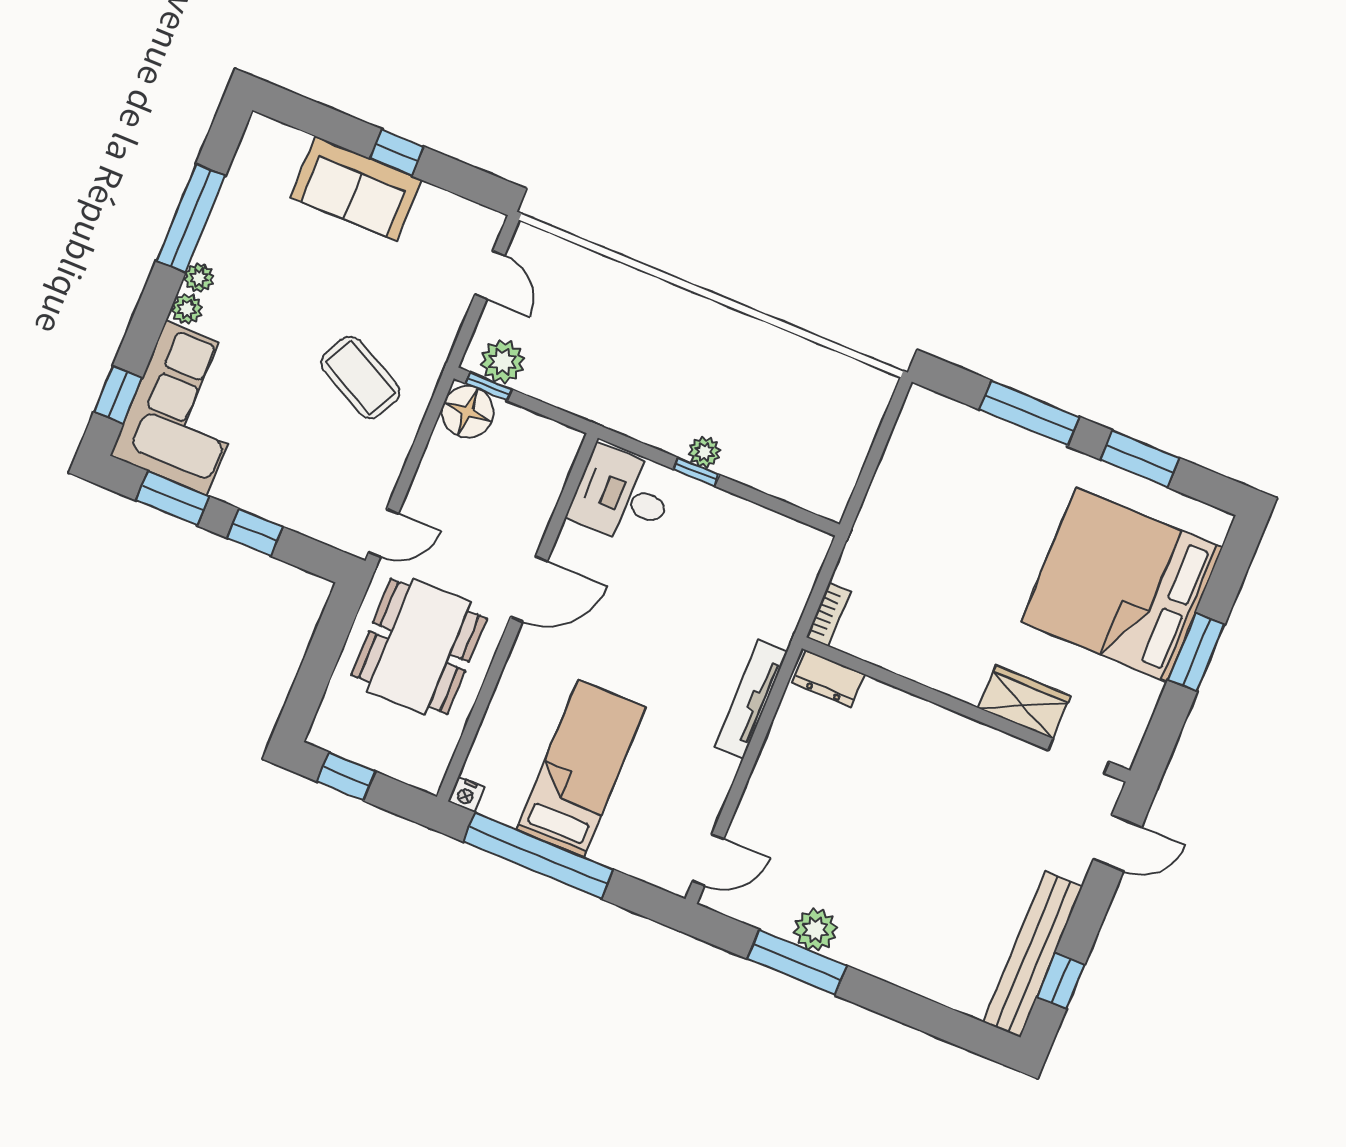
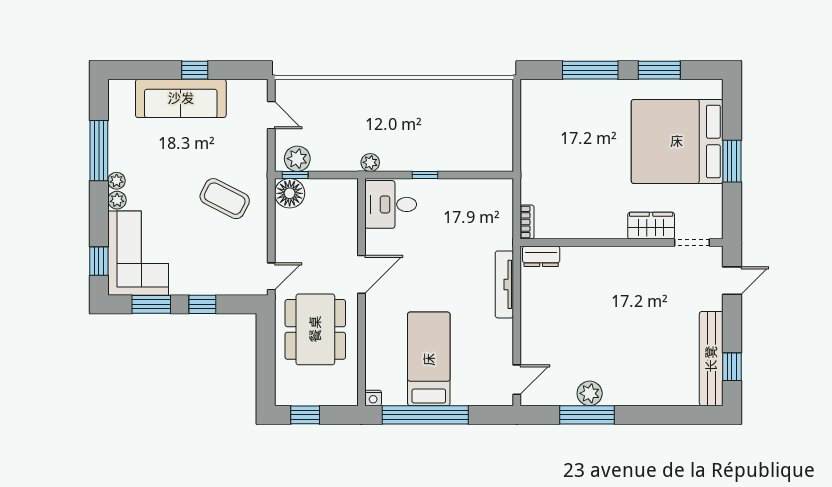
sofa: (356, 189) -> (181, 98), width x1.36
plant: (704, 452) -> (370, 162), moved

